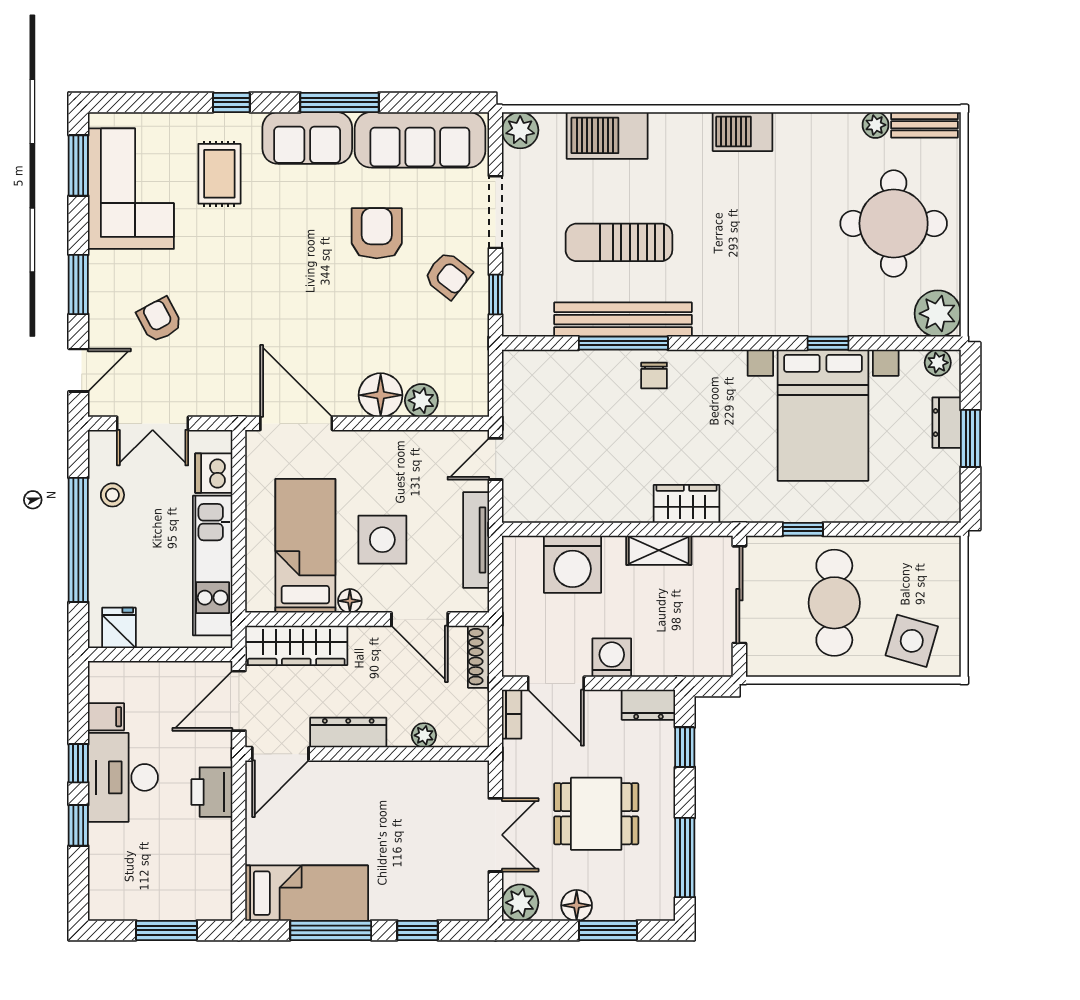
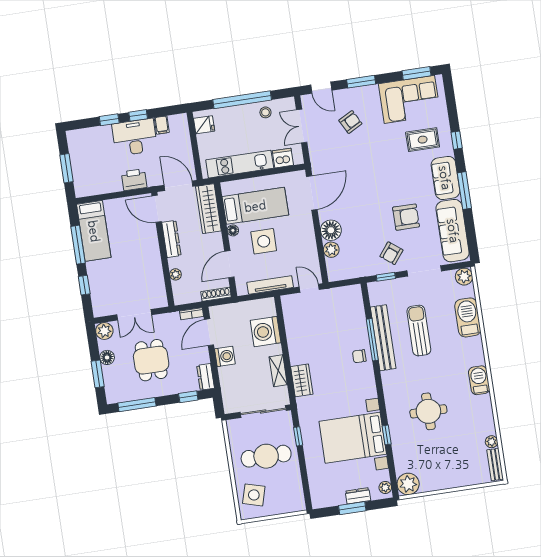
round table: (894, 223) -> (428, 411), moved, width x0.73, depth x0.73

